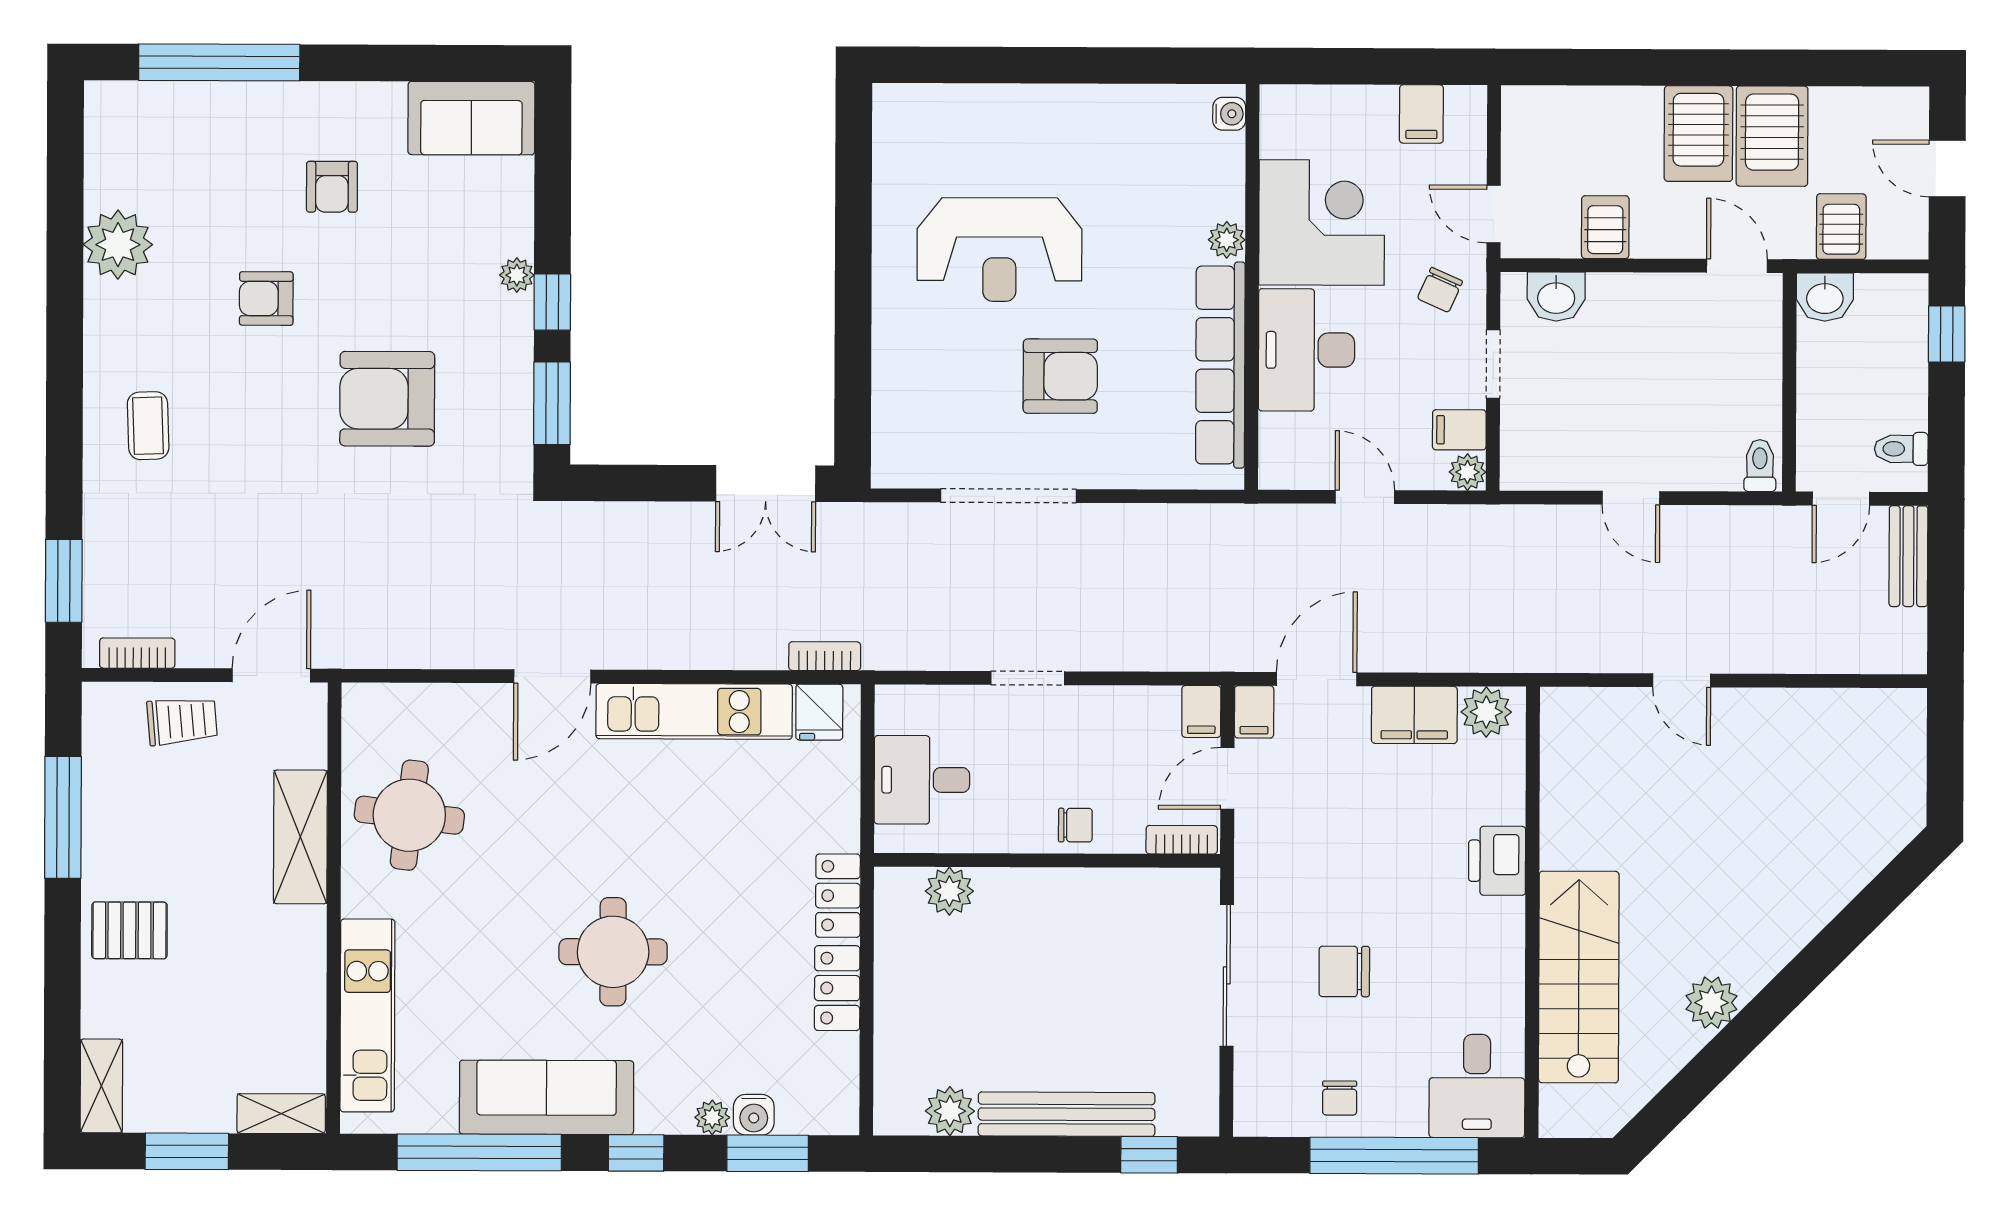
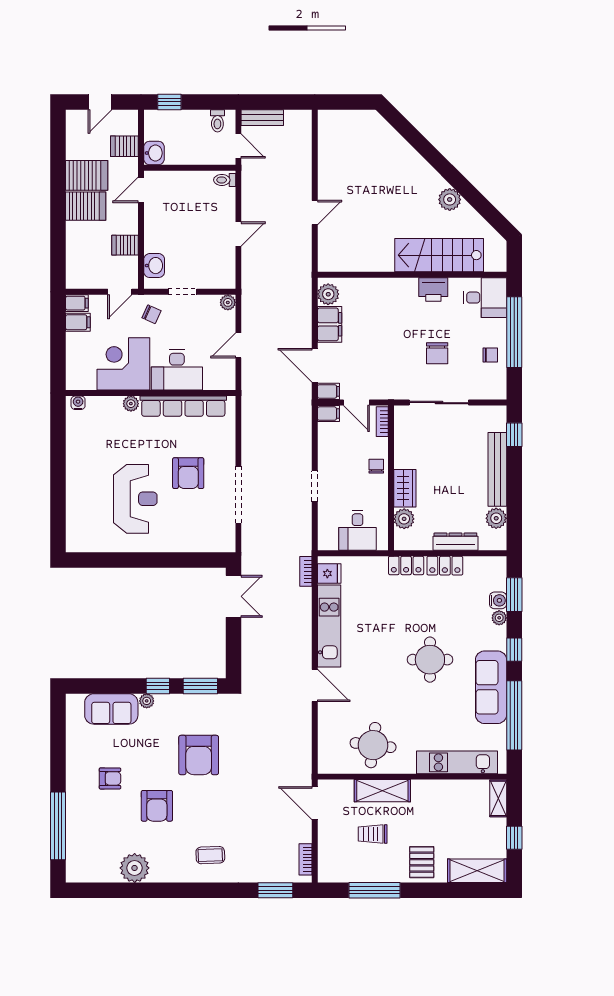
sofa: (471, 118) -> (111, 709), moved, turned 90
armchair: (266, 299) -> (157, 806), width x1.38, depth x1.38
armchair: (1060, 376) -> (188, 473), turned 180
filing cabinet: (1459, 430) -> (77, 303), moved, turned -90
trolley: (182, 721) -> (373, 834), moved, turned -85
printer: (1497, 861) -> (433, 289), moved
wardrobe: (1022, 893) -> (405, 488), added
dresser: (894, 1014) -> (455, 542), added
shelving: (101, 1086) -> (477, 871), width x1.50, depth x1.33
window: (187, 1151) -> (514, 838), width x0.67

